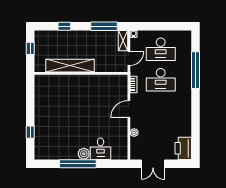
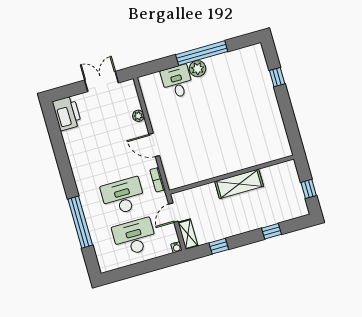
window: (104, 26) -> (219, 246), width x0.46
shelving: (70, 66) -> (239, 184), width x0.68
door: (129, 109) -> (154, 145), swing flipped

